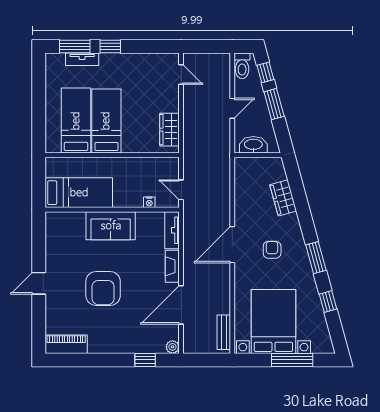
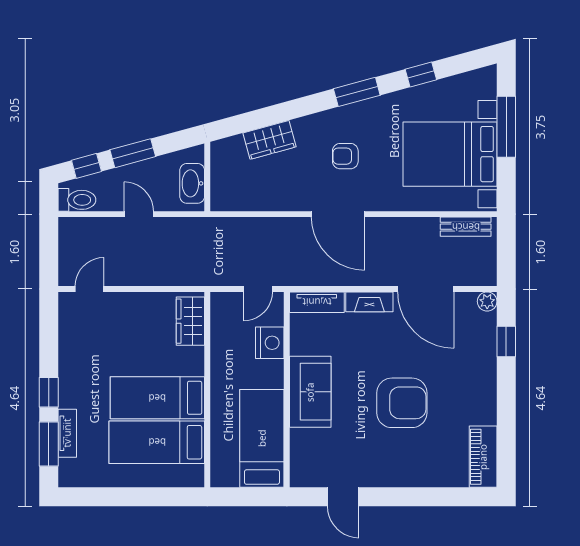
wardrobe: (169, 130) -> (190, 321), moved, turned 90
nightstand: (149, 202) -> (270, 343), width x1.89, depth x1.79
door: (39, 283) -> (343, 497), moved

